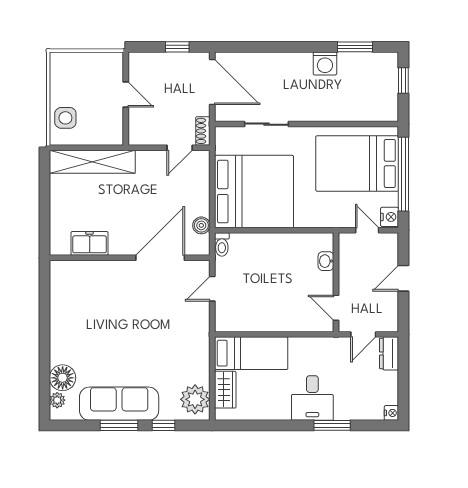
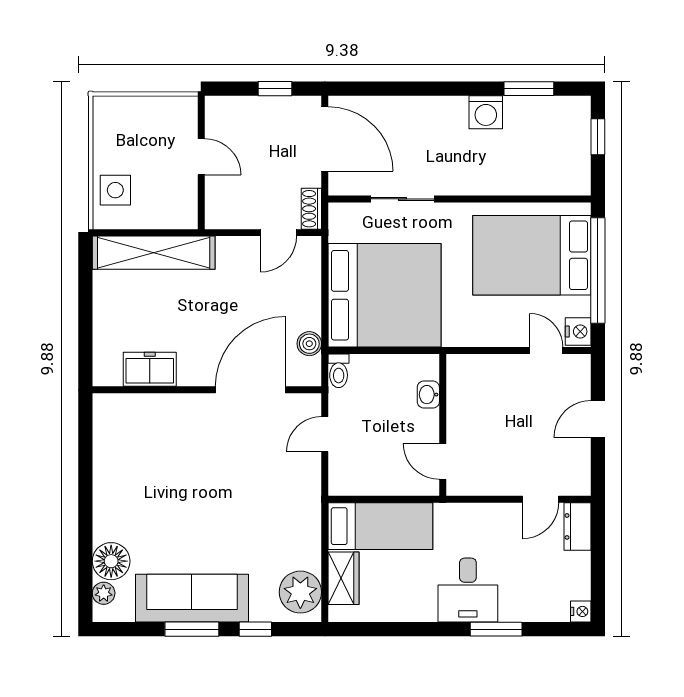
washbasin: (326, 261) -> (428, 395), moved
wall: (336, 282) -> (443, 425), moved
door: (336, 308) -> (443, 461), moved

